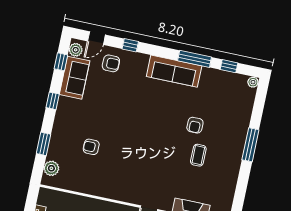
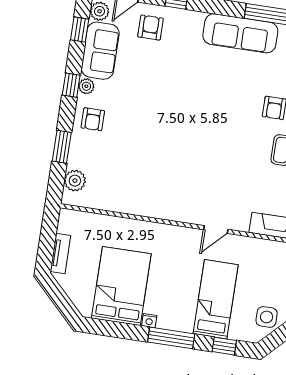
armchair: (111, 63) -> (150, 28), turned -90
plant: (63, 102) -> (86, 86), added
armchair: (91, 147) -> (93, 119), moved, turned -90

